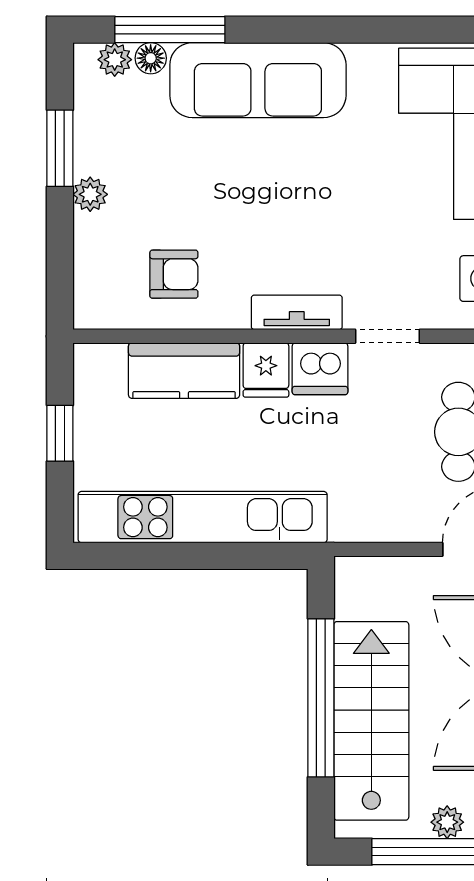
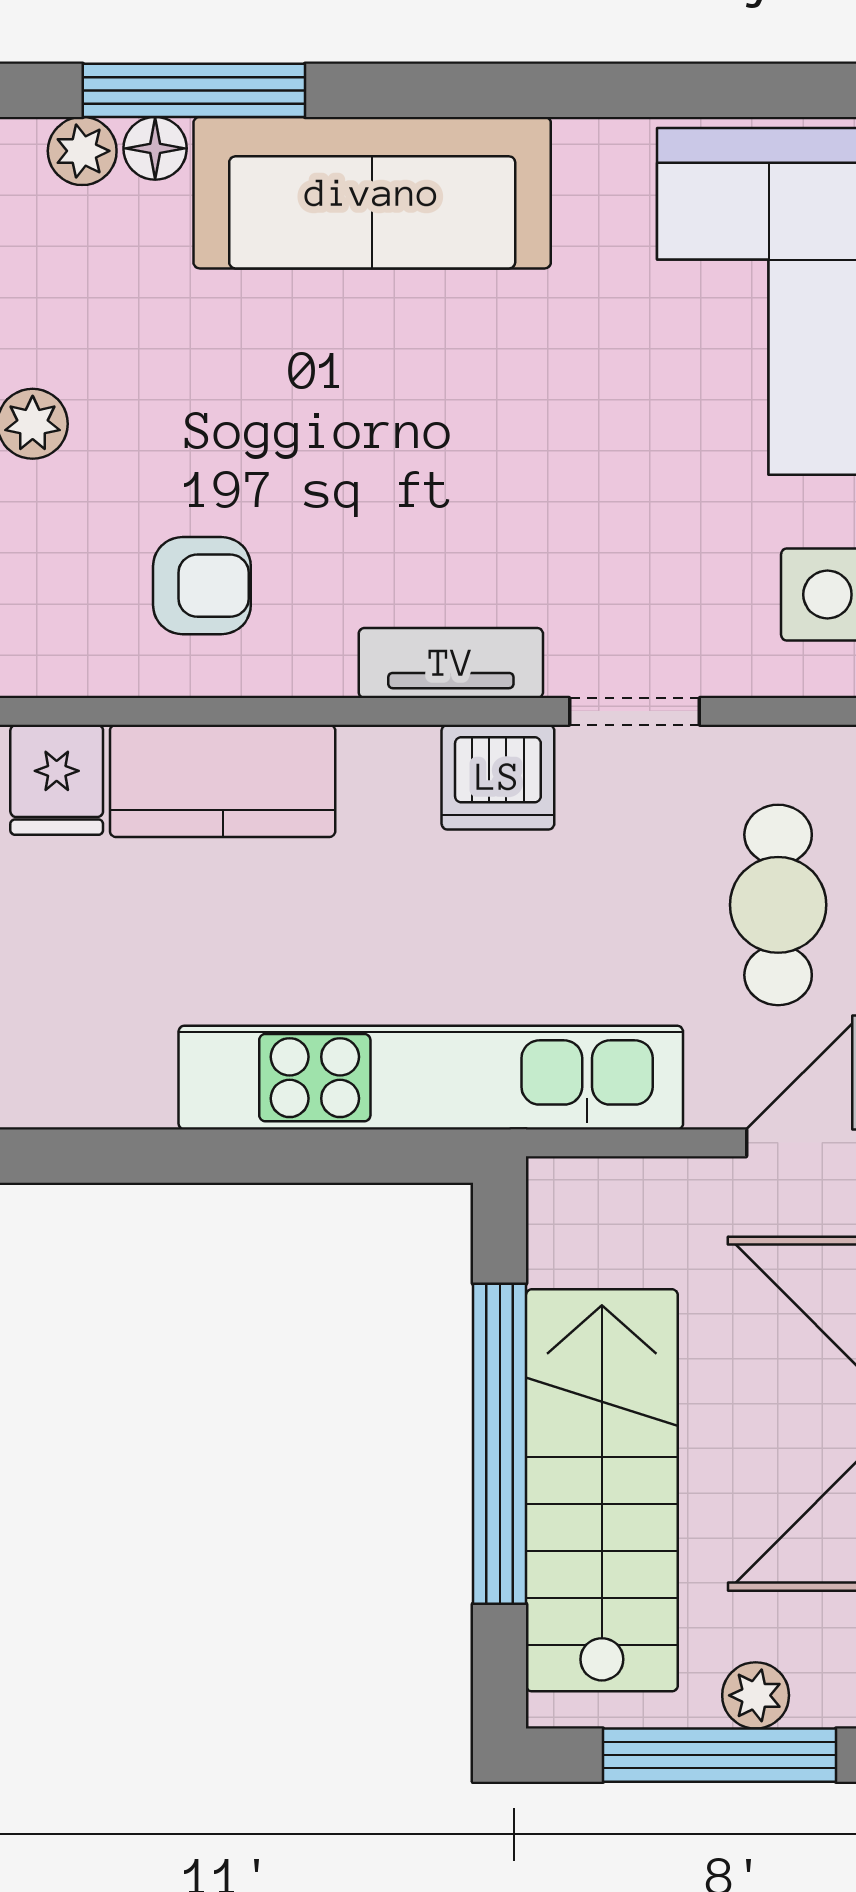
fridge: (266, 370) -> (57, 780), moved
kitchen unit: (203, 517) -> (431, 1078), moved

